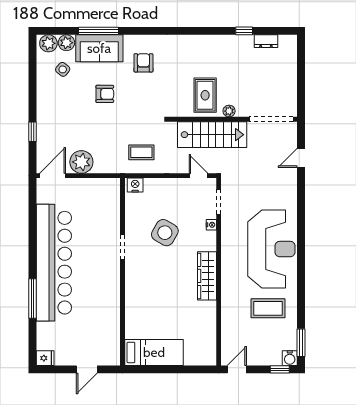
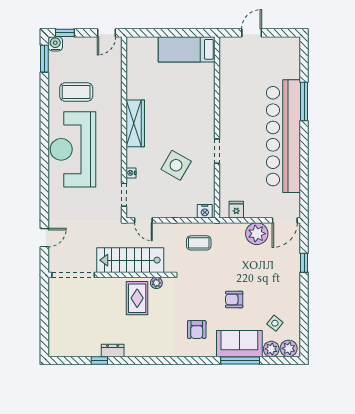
dresser: (266, 41) -> (113, 351), moved
plant: (229, 111) -> (156, 283), moved
fridge: (45, 358) -> (236, 210), moved, turned 90

